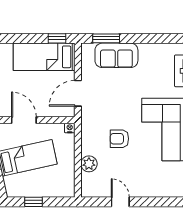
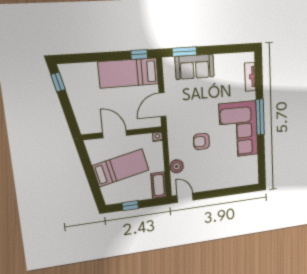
cot: (67, 183) -> (159, 185), added
door: (120, 202) -> (185, 198), moved

